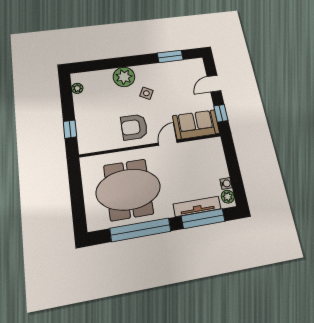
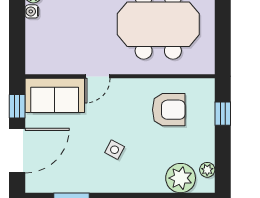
plant: (124, 77) -> (181, 178), moved
door: (214, 84) -> (17, 151), width x1.88
armchair: (134, 127) -> (169, 110), moved

